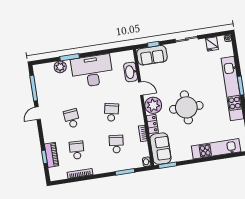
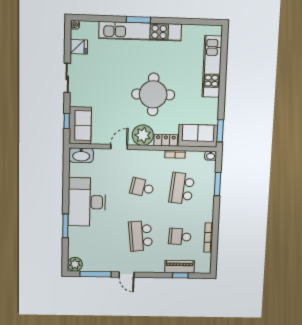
plant: (60, 67) -> (75, 264), moved
washbasin: (131, 72) -> (81, 155), moved
school desk: (72, 119) -> (141, 236), width x1.85
school desk: (116, 144) -> (182, 188), width x1.85

